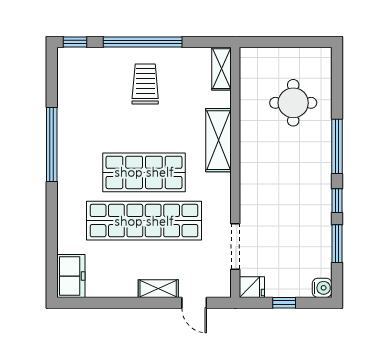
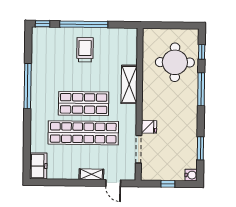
shelving: (222, 69) -> (132, 41), removed
round table: (293, 103) -> (175, 62), width x1.36, depth x1.36
window: (337, 201) -> (202, 52), moved
fridge: (252, 287) -> (149, 127), moved

